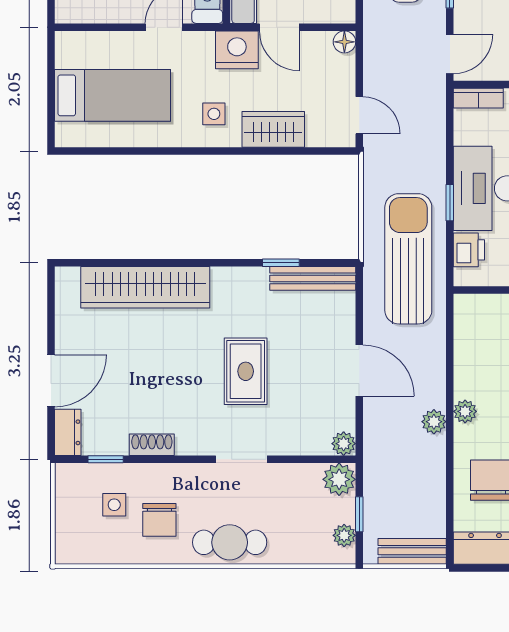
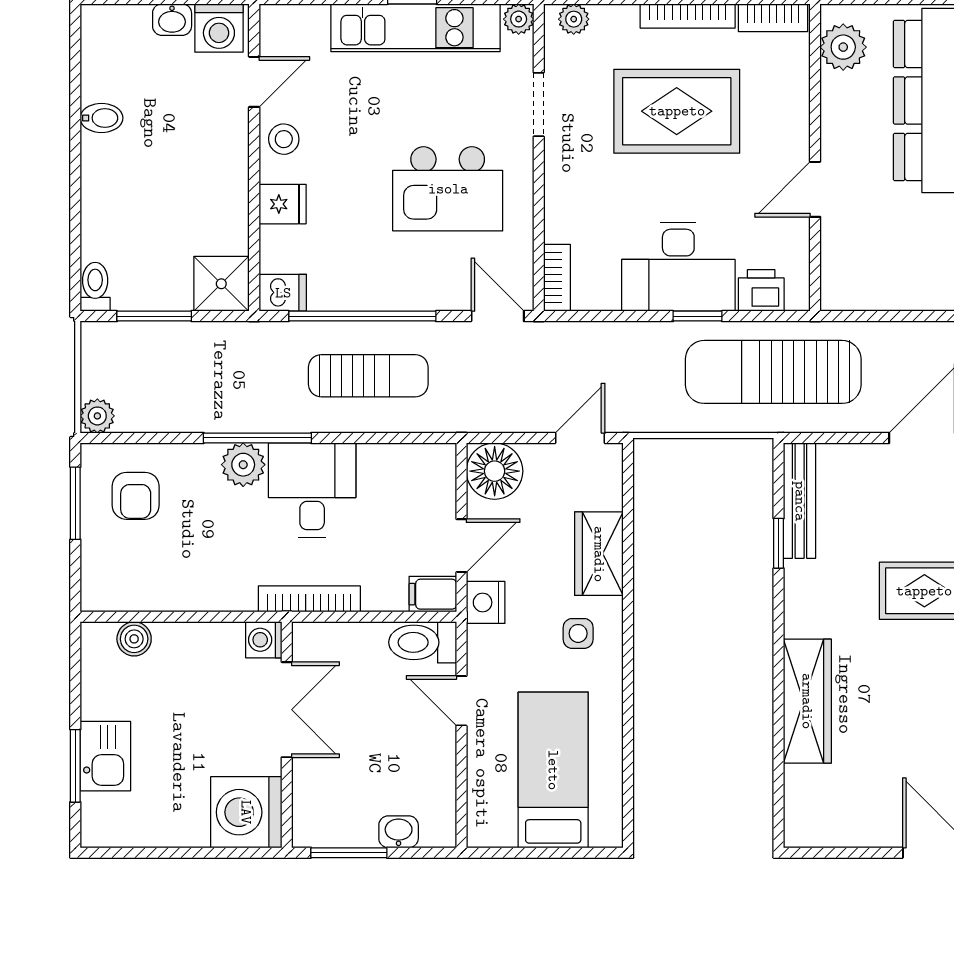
floor lamp: (344, 42) -> (495, 471), width x1.89, depth x1.89
nightstand: (237, 50) -> (486, 602), width x0.74, depth x0.75
wardrobe: (145, 287) -> (807, 701), width x0.71, depth x0.85

